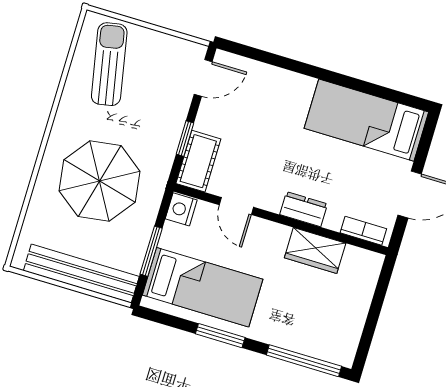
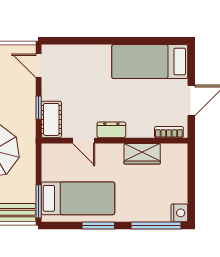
door: (203, 78) -> (39, 66), swing flipped
nightstand: (181, 209) -> (179, 213), moved, turned 180
dresser: (304, 209) -> (111, 130), moved
window: (151, 251) -> (39, 201), moved

